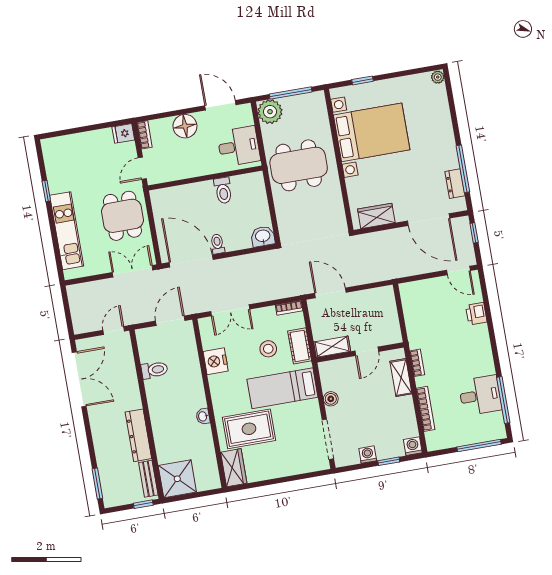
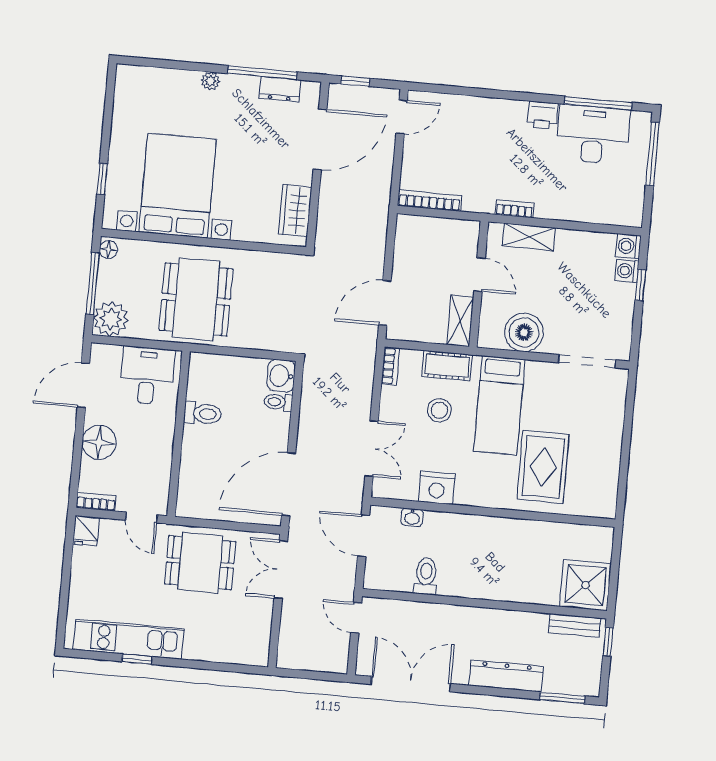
plant: (438, 77) -> (210, 81), moved
floor lamp: (316, 98) -> (108, 249), added
kitchen unit: (67, 231) -> (129, 639), moved
toilet: (217, 244) -> (278, 402), moved
printer: (476, 314) -> (542, 115), moved
desk: (480, 395) -> (593, 135), width x1.37
boiler: (331, 399) -> (524, 332), width x1.86, depth x1.86
bookcase: (426, 409) -> (430, 201), moved
washbasin: (203, 416) -> (412, 517), moved
dresser: (138, 435) -> (506, 676), moved, turned 180
washing machine: (368, 455) -> (627, 271), moved
wardrobe: (234, 468) -> (591, 503), removed

